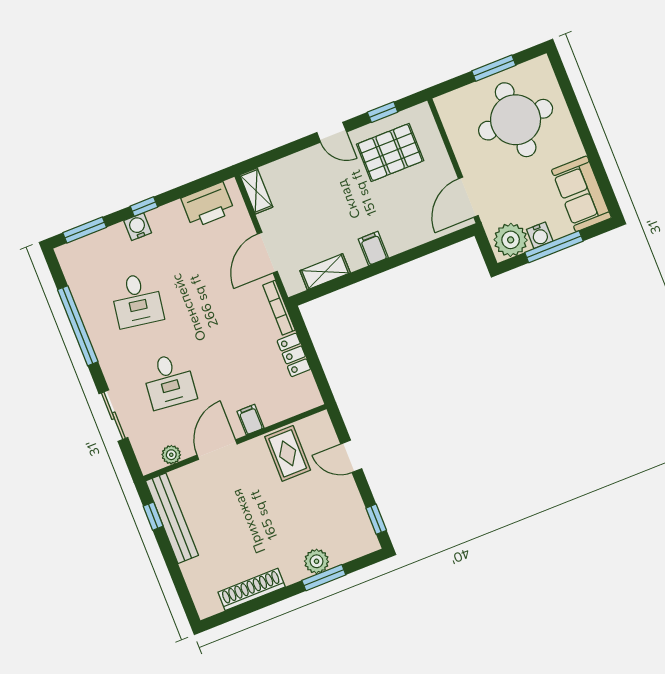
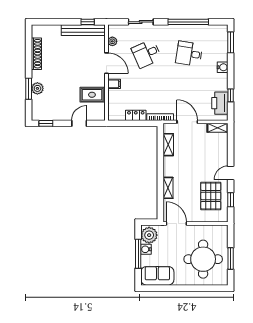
window: (144, 207) -> (231, 95), moved
shelving: (407, 240) -> (168, 188), added
filing cabinet: (373, 248) -> (170, 171), removed
desk: (169, 381) -> (146, 54), turned -30

